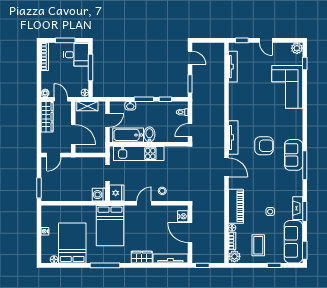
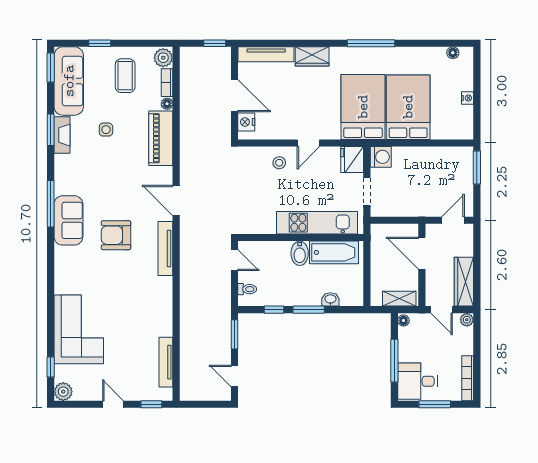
door: (108, 120) -> (367, 276), removed
door: (190, 130) -> (235, 260), hinge flipped
bed: (72, 243) -> (408, 107), moved, turned 180

